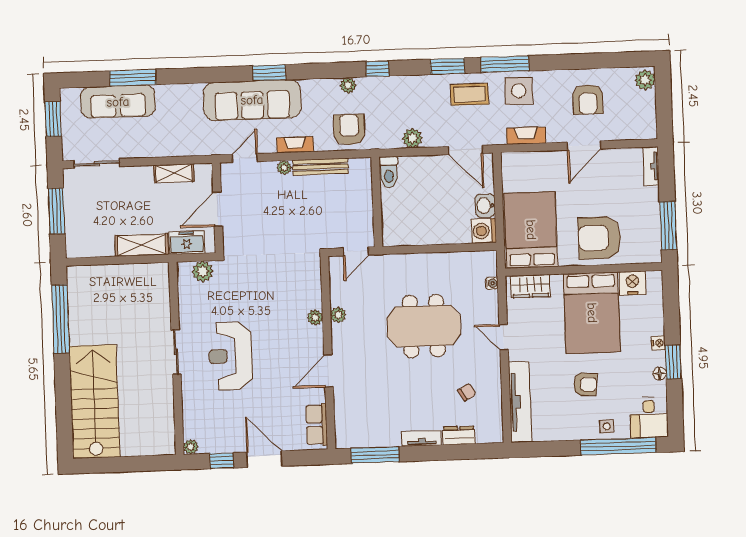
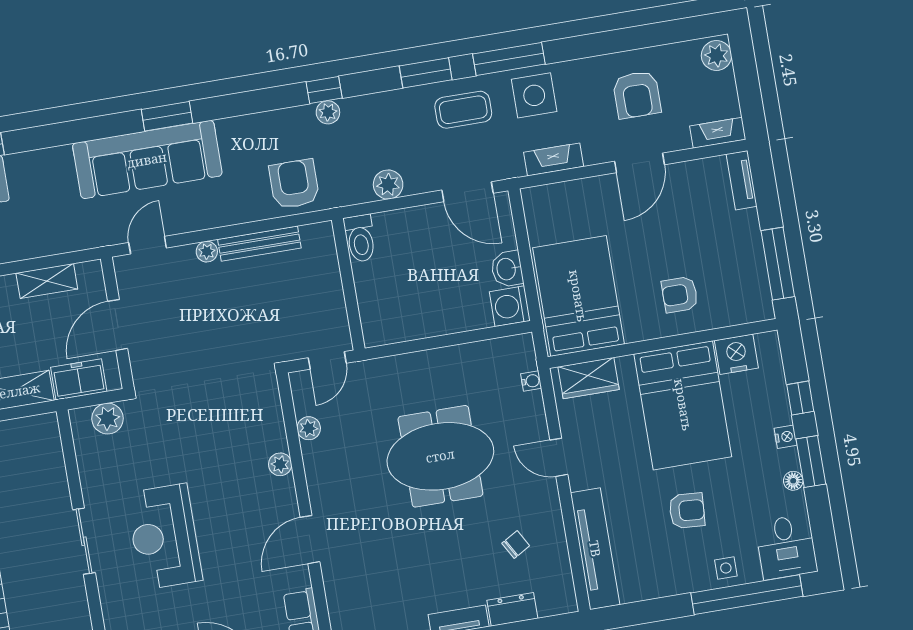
plant: (348, 85) -> (328, 112), moved
fireplace: (295, 145) -> (718, 133), moved
armchair: (599, 238) -> (680, 294), width x0.53, depth x0.53
plant: (338, 315) -> (309, 428), moved
window: (672, 318) -> (800, 398), added

